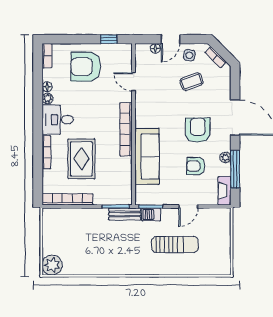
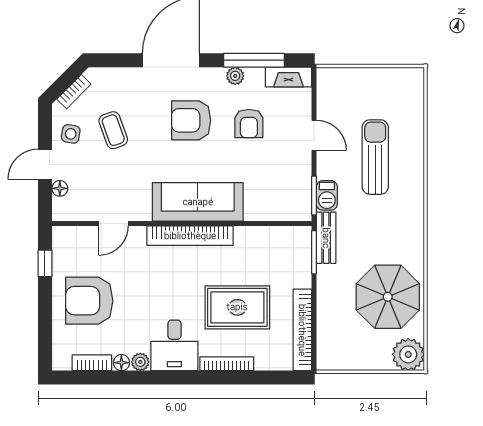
door: (170, 39) -> (45, 164), swing flipped
bookcase: (47, 56) -> (92, 363), moved
armchair: (86, 67) -> (89, 301), turned 90
sofa: (147, 156) -> (198, 202), moved
parasol: (88, 252) -> (388, 297), added

